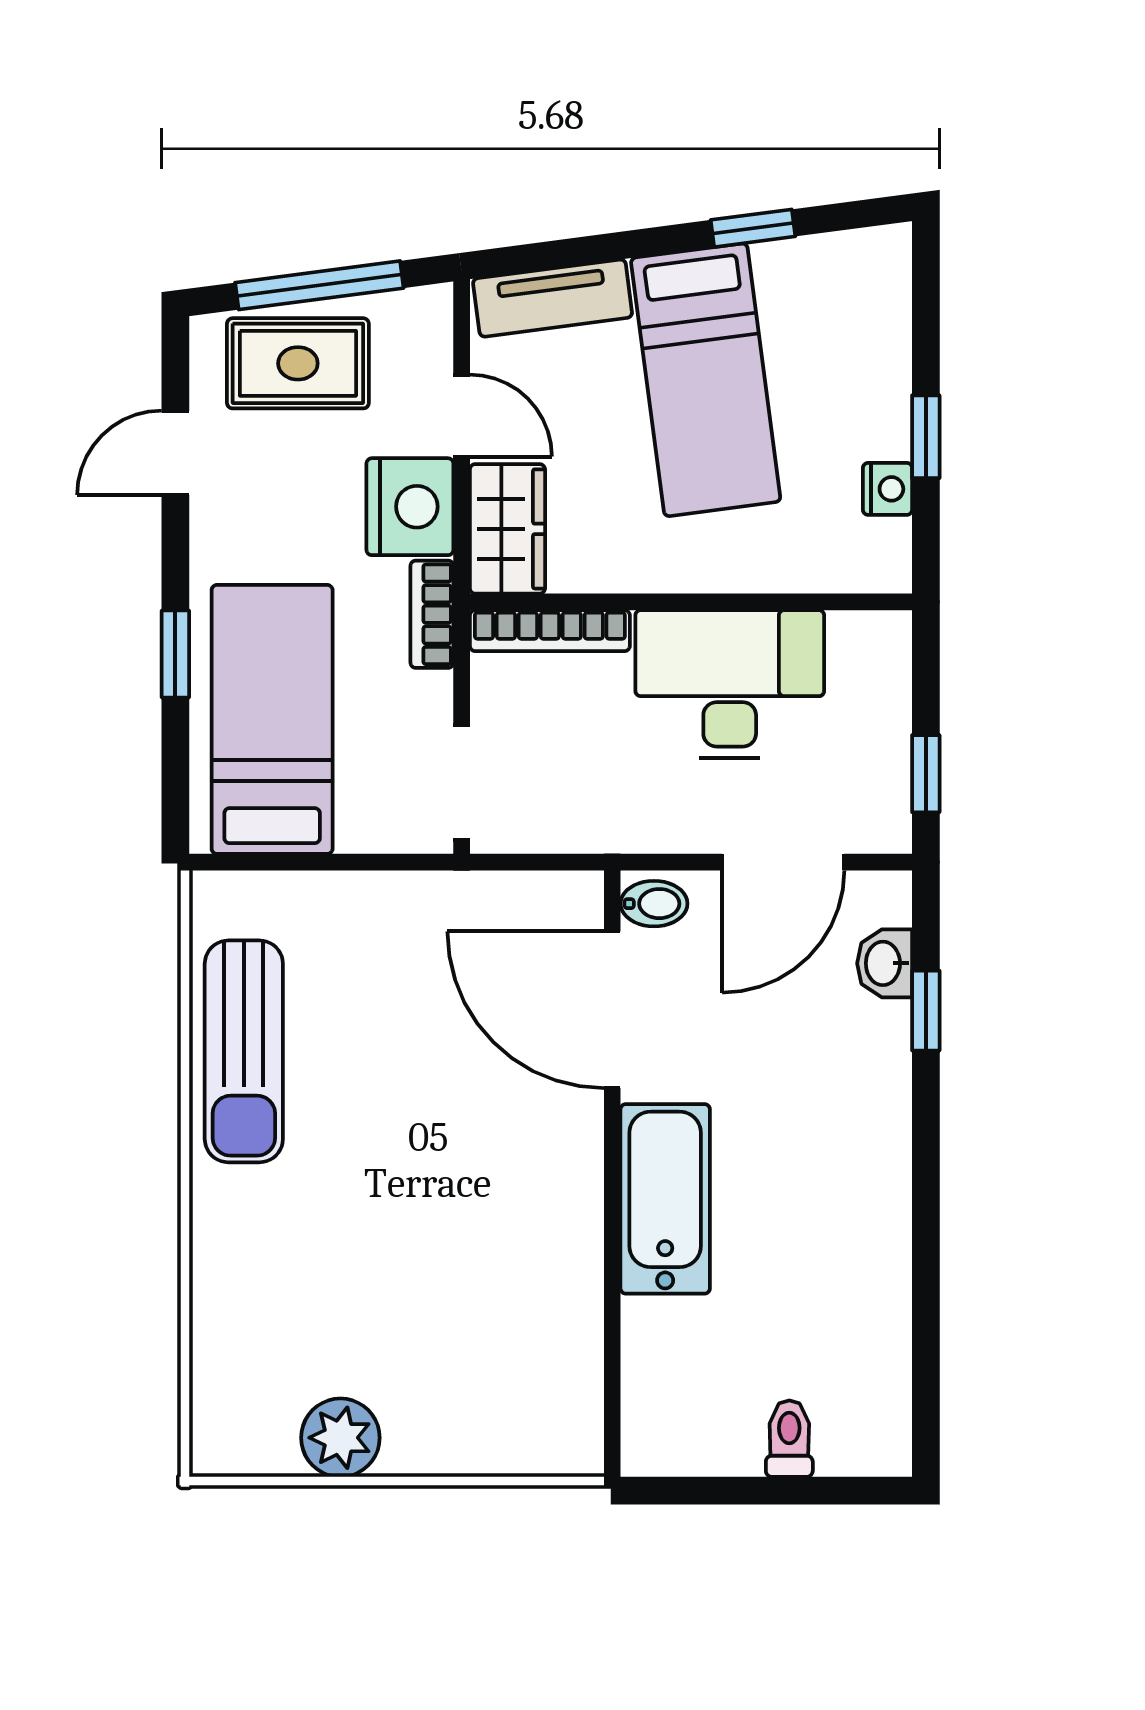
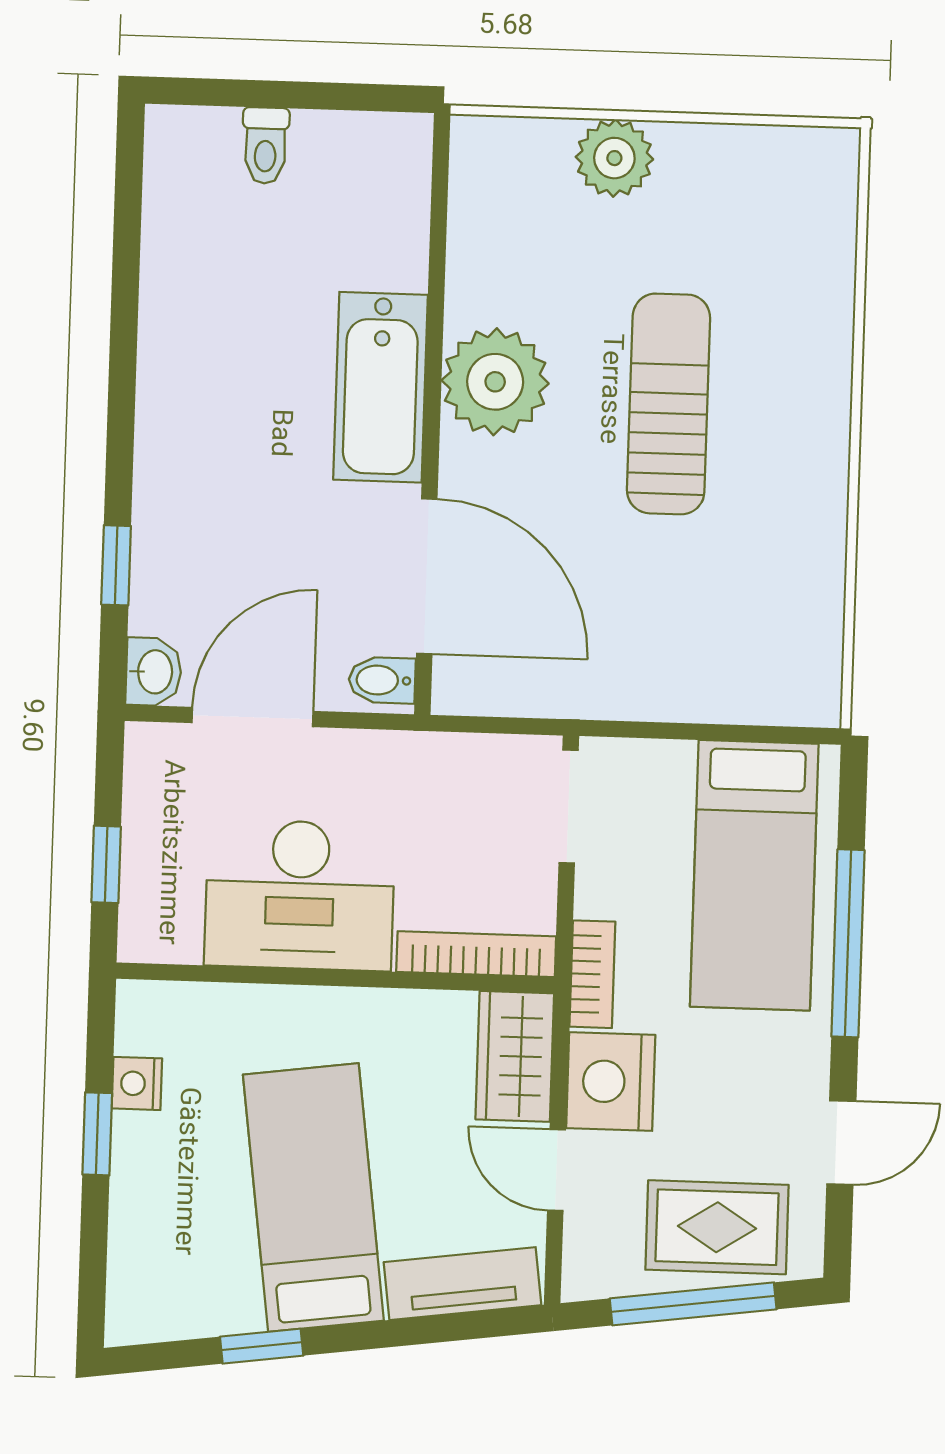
window: (175, 654) -> (848, 943), width x2.17
window: (926, 774) -> (106, 864), moved
washbasin: (885, 963) -> (153, 672), moved
sun lounger: (244, 1051) -> (669, 404), moved
plant: (550, 1208) -> (495, 382), added
plant: (340, 1438) -> (614, 158), moved

